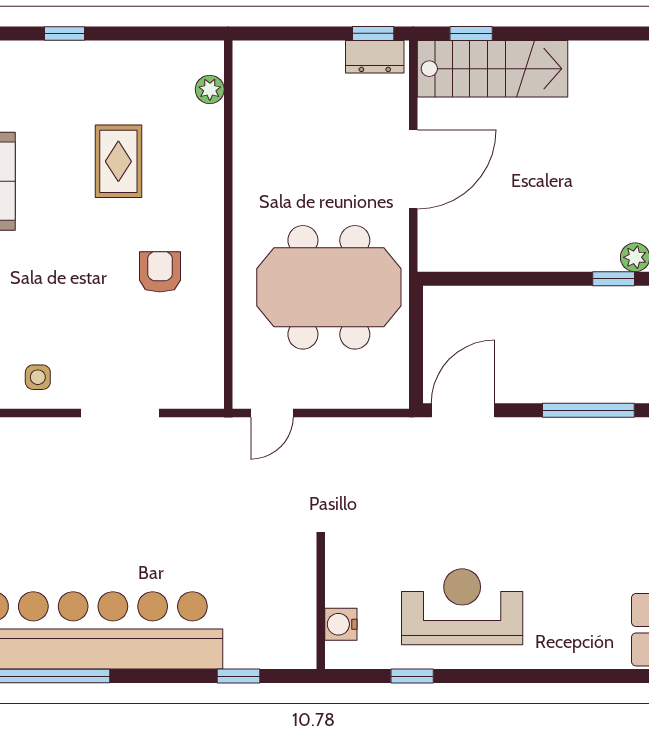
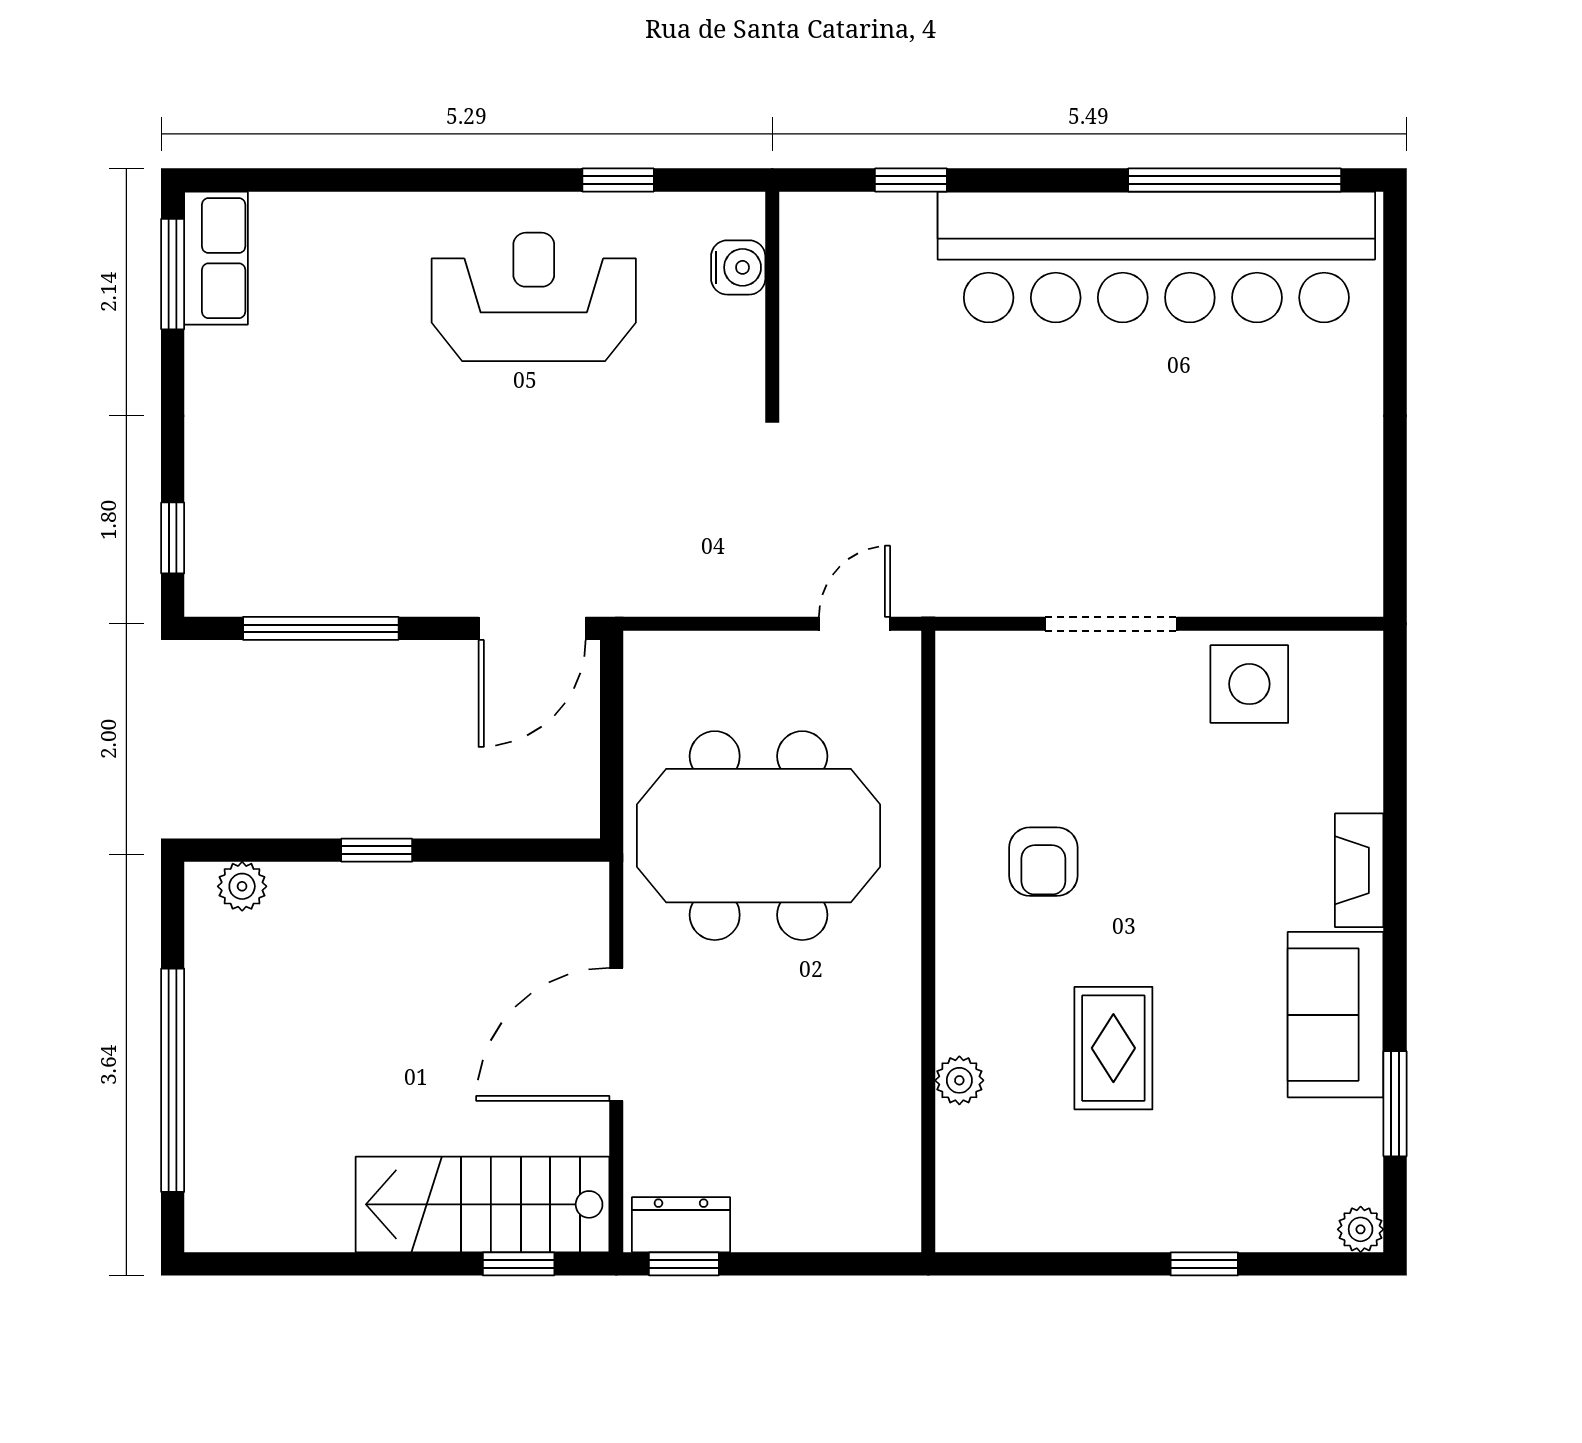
plant: (210, 89) -> (959, 1080), moved
window: (614, 279) -> (377, 850), moved
side table: (38, 377) -> (1249, 684), width x1.87, depth x1.87
reception desk: (462, 607) -> (534, 297), turned 180

